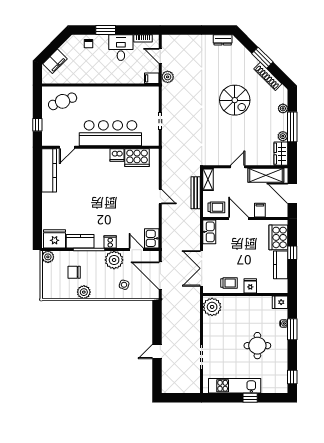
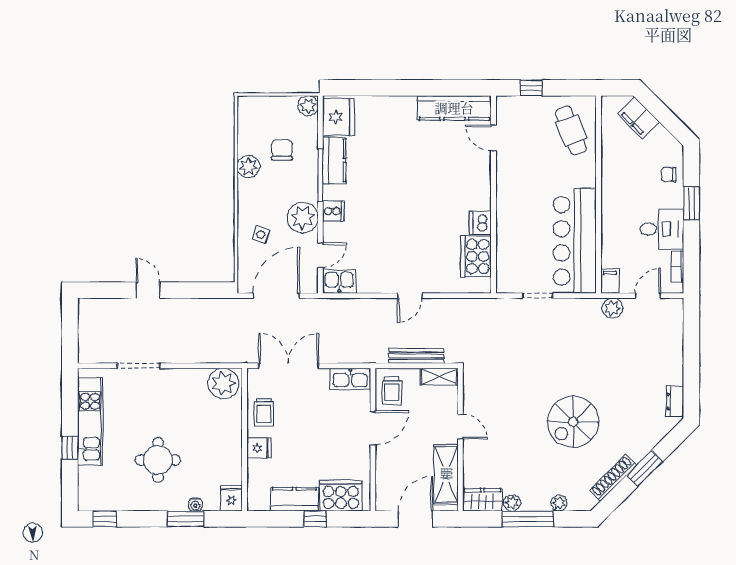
bar counter: (110, 133) -> (575, 241), moved, turned 180
filing cabinet: (260, 210) -> (387, 464), removed

